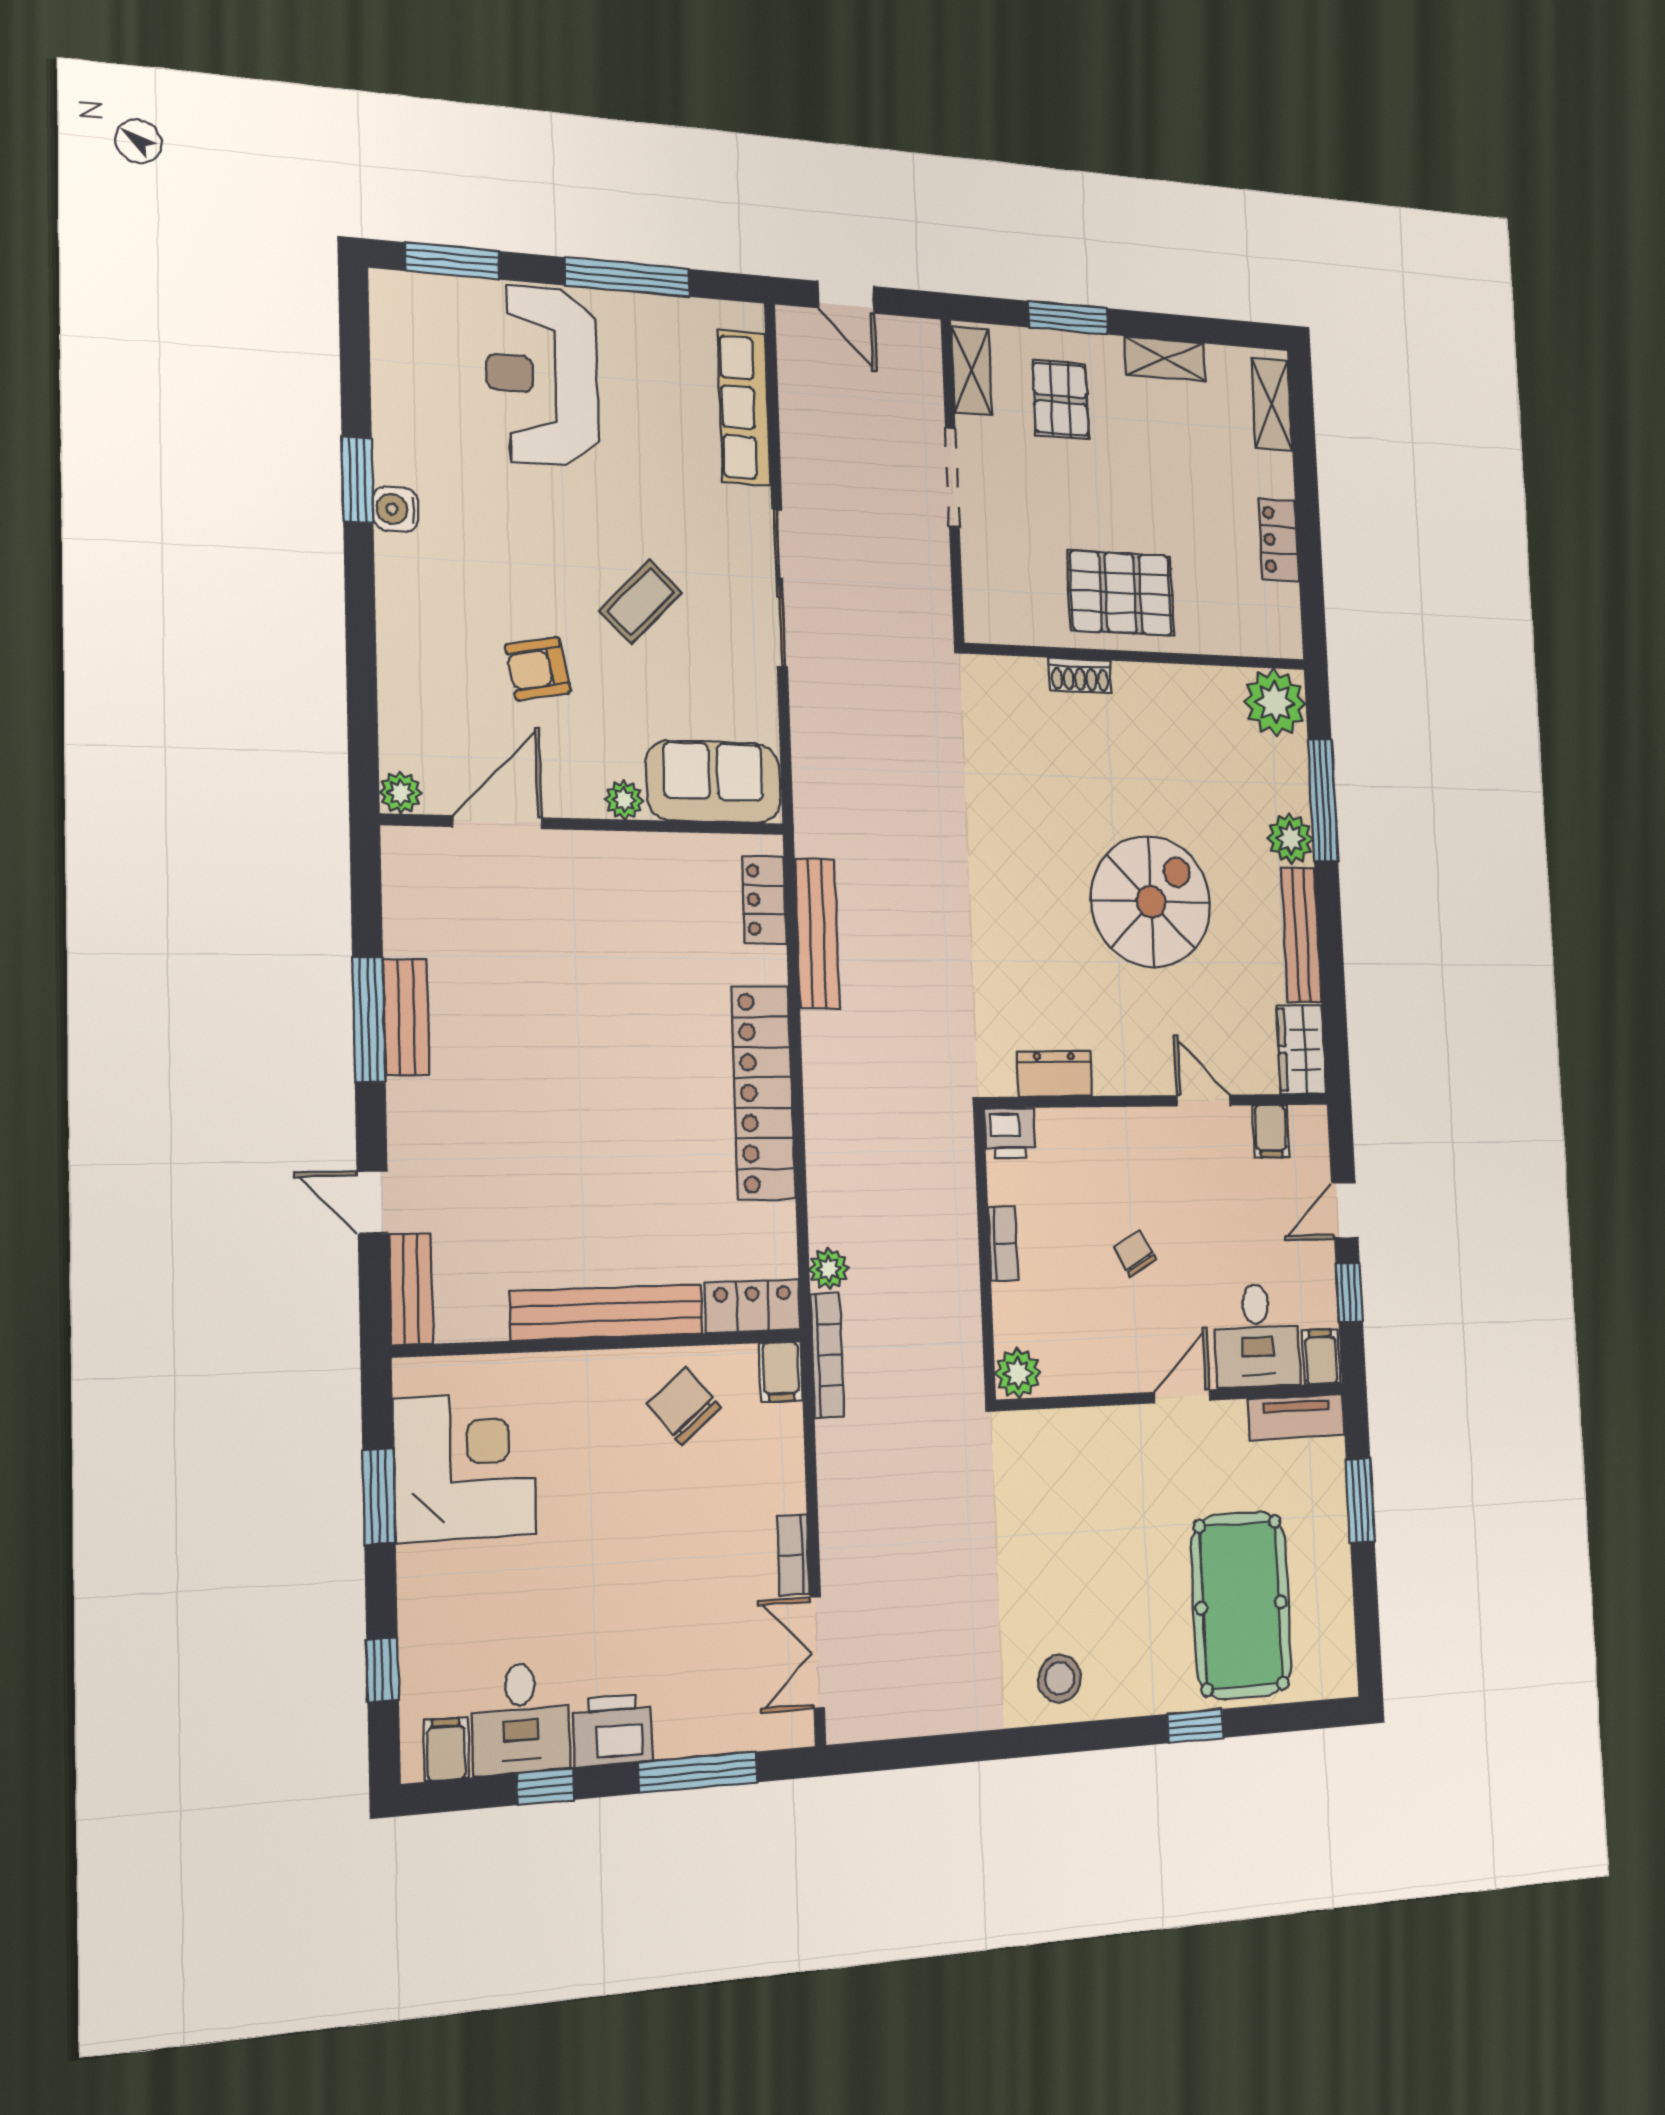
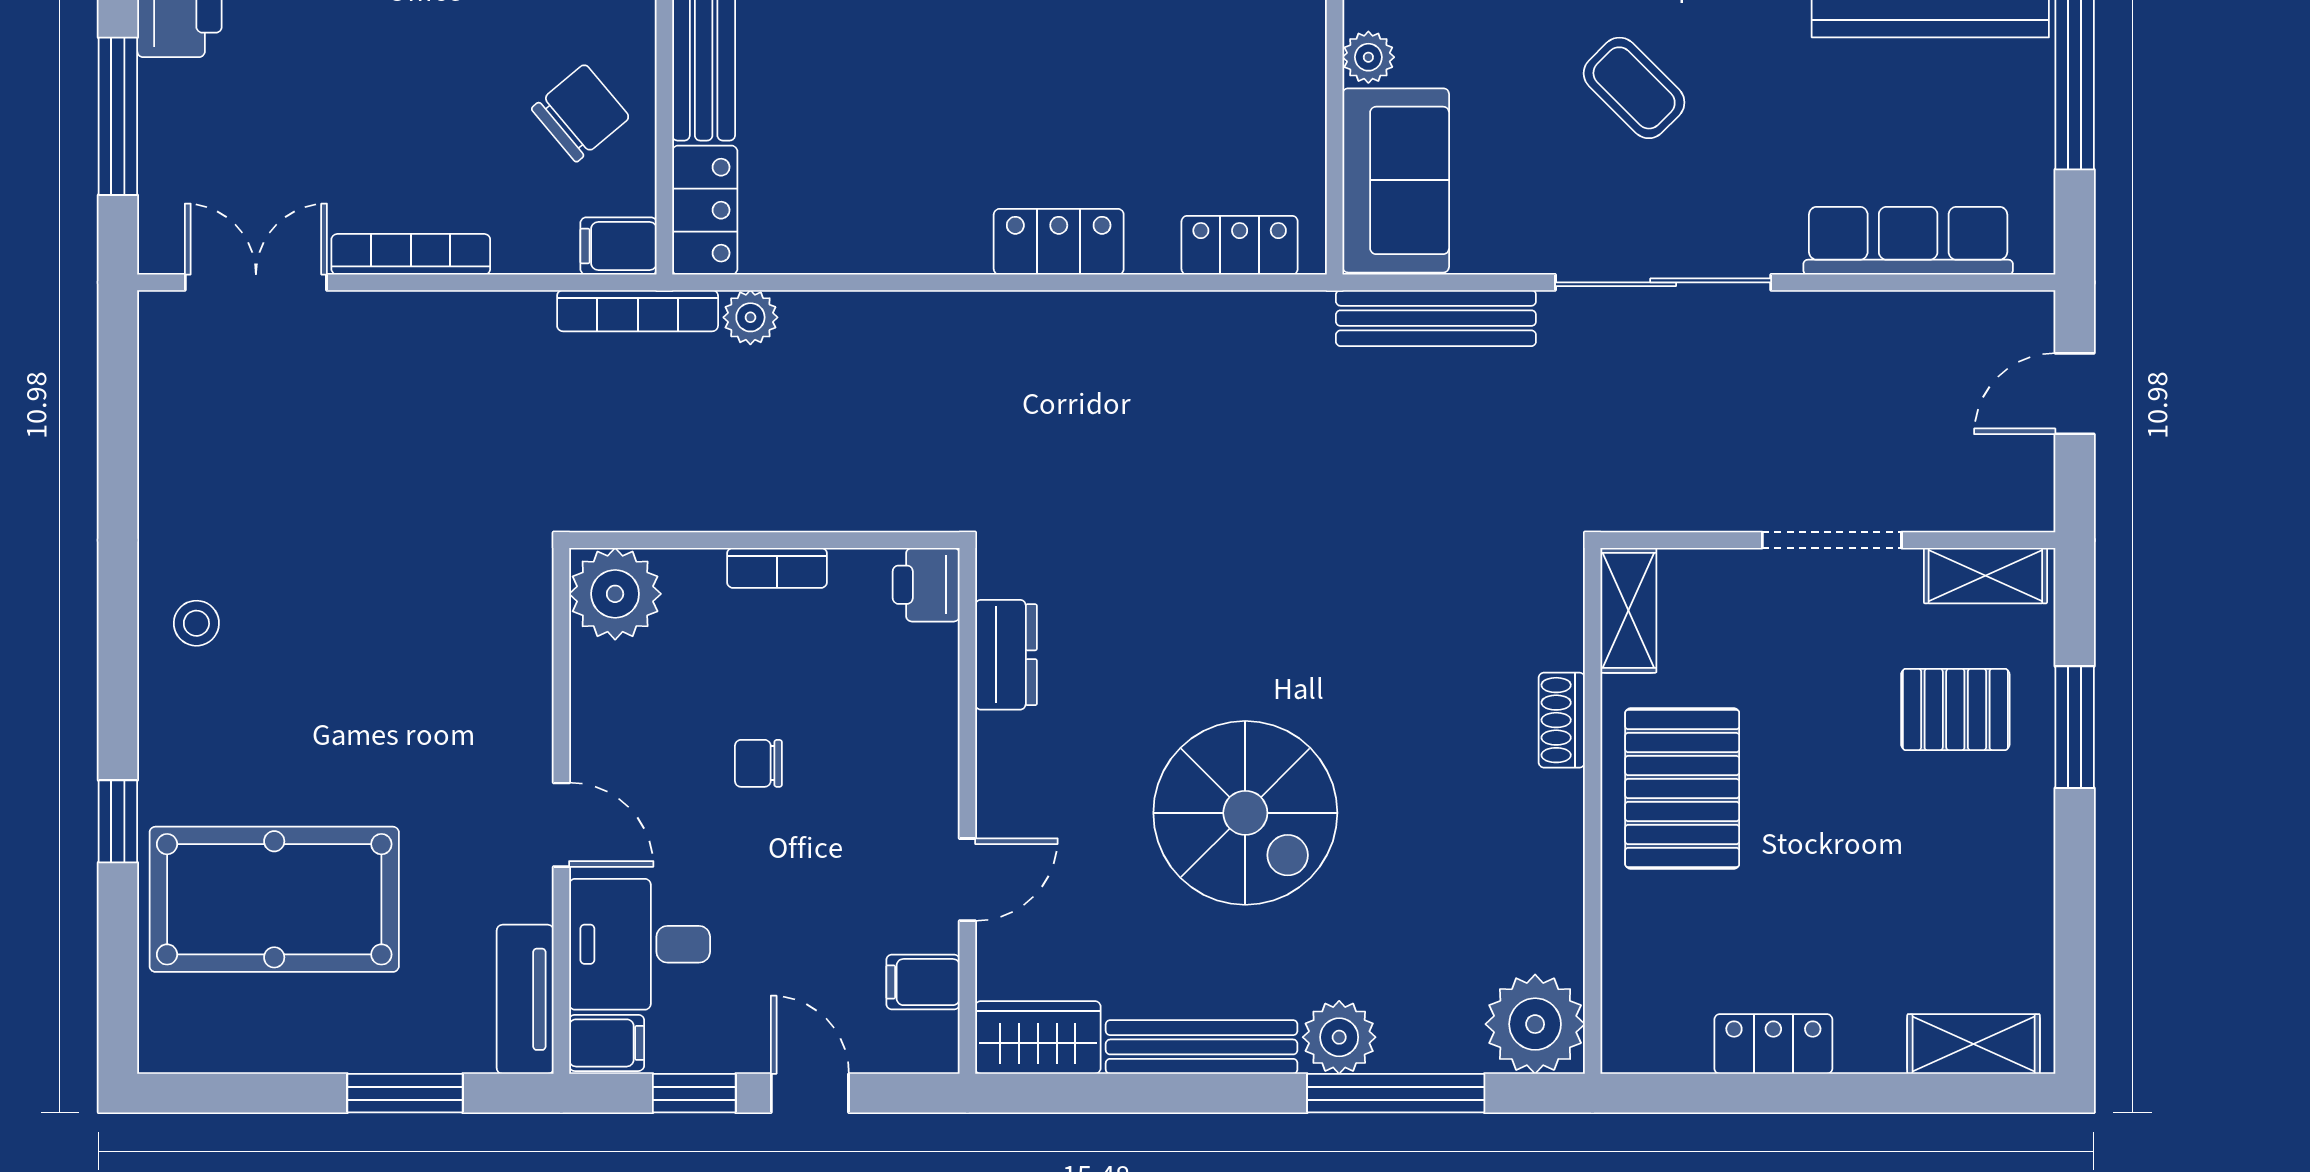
shelving: (1165, 359) -> (1628, 610), moved
bench: (817, 934) -> (1436, 318), moved
locker: (763, 1093) -> (1059, 242), width x0.46, depth x0.83
chair: (1135, 1253) -> (758, 763), turned -151
plant: (1018, 1373) -> (615, 594), width x1.36, depth x1.36
bookcase: (793, 1555) -> (411, 254), width x1.56
stool: (1060, 1678) -> (196, 623), width x0.73, depth x0.73

